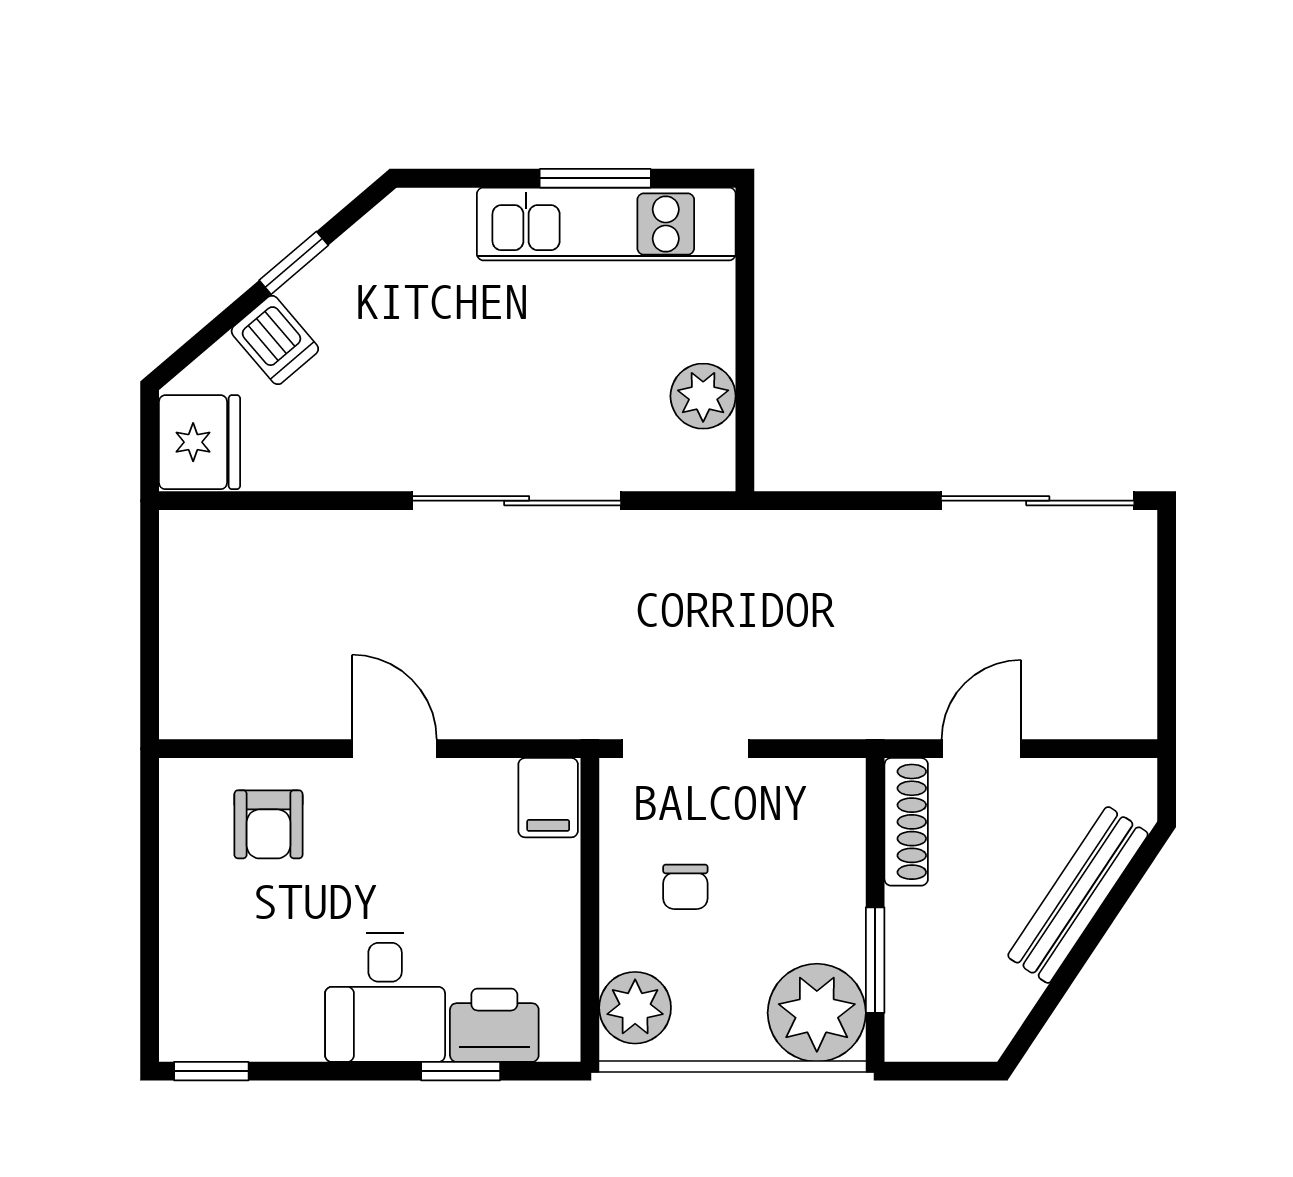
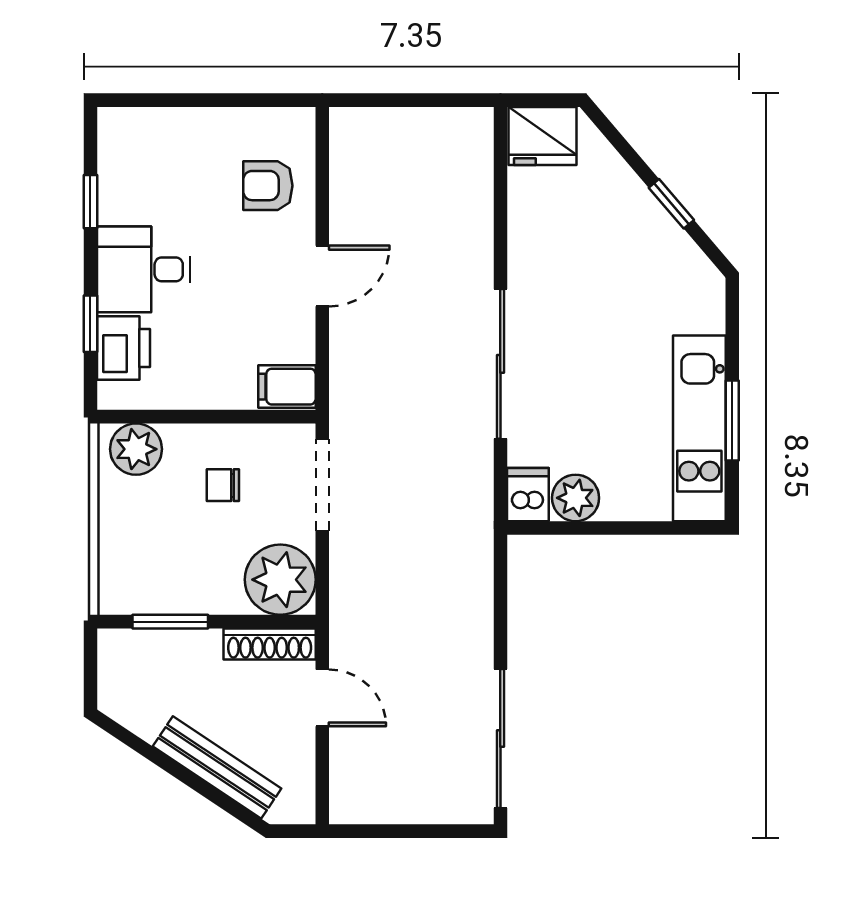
dishwasher: (275, 340) -> (528, 495), moved, turned 130
plant: (817, 1013) -> (280, 580), moved
window: (211, 1071) -> (90, 202), moved

